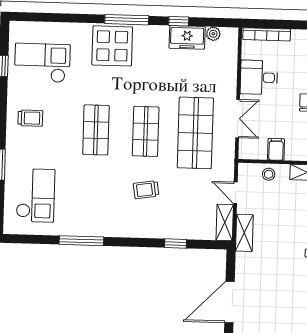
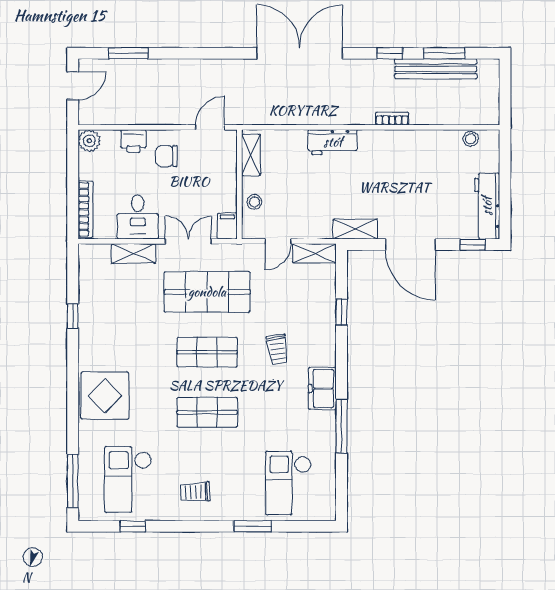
window: (127, 20) -> (73, 481), moved
plant: (213, 34) -> (87, 274), removed
freezer: (187, 37) -> (322, 389), moved, turned 180
shelving: (229, 73) -> (134, 253), added
trolley: (30, 118) -> (195, 492), turned -93
filing cabinet: (276, 149) -> (227, 226), moved, turned 90
checkout: (35, 195) -> (288, 483), turned -90
shelving: (244, 233) -> (355, 229), moved

